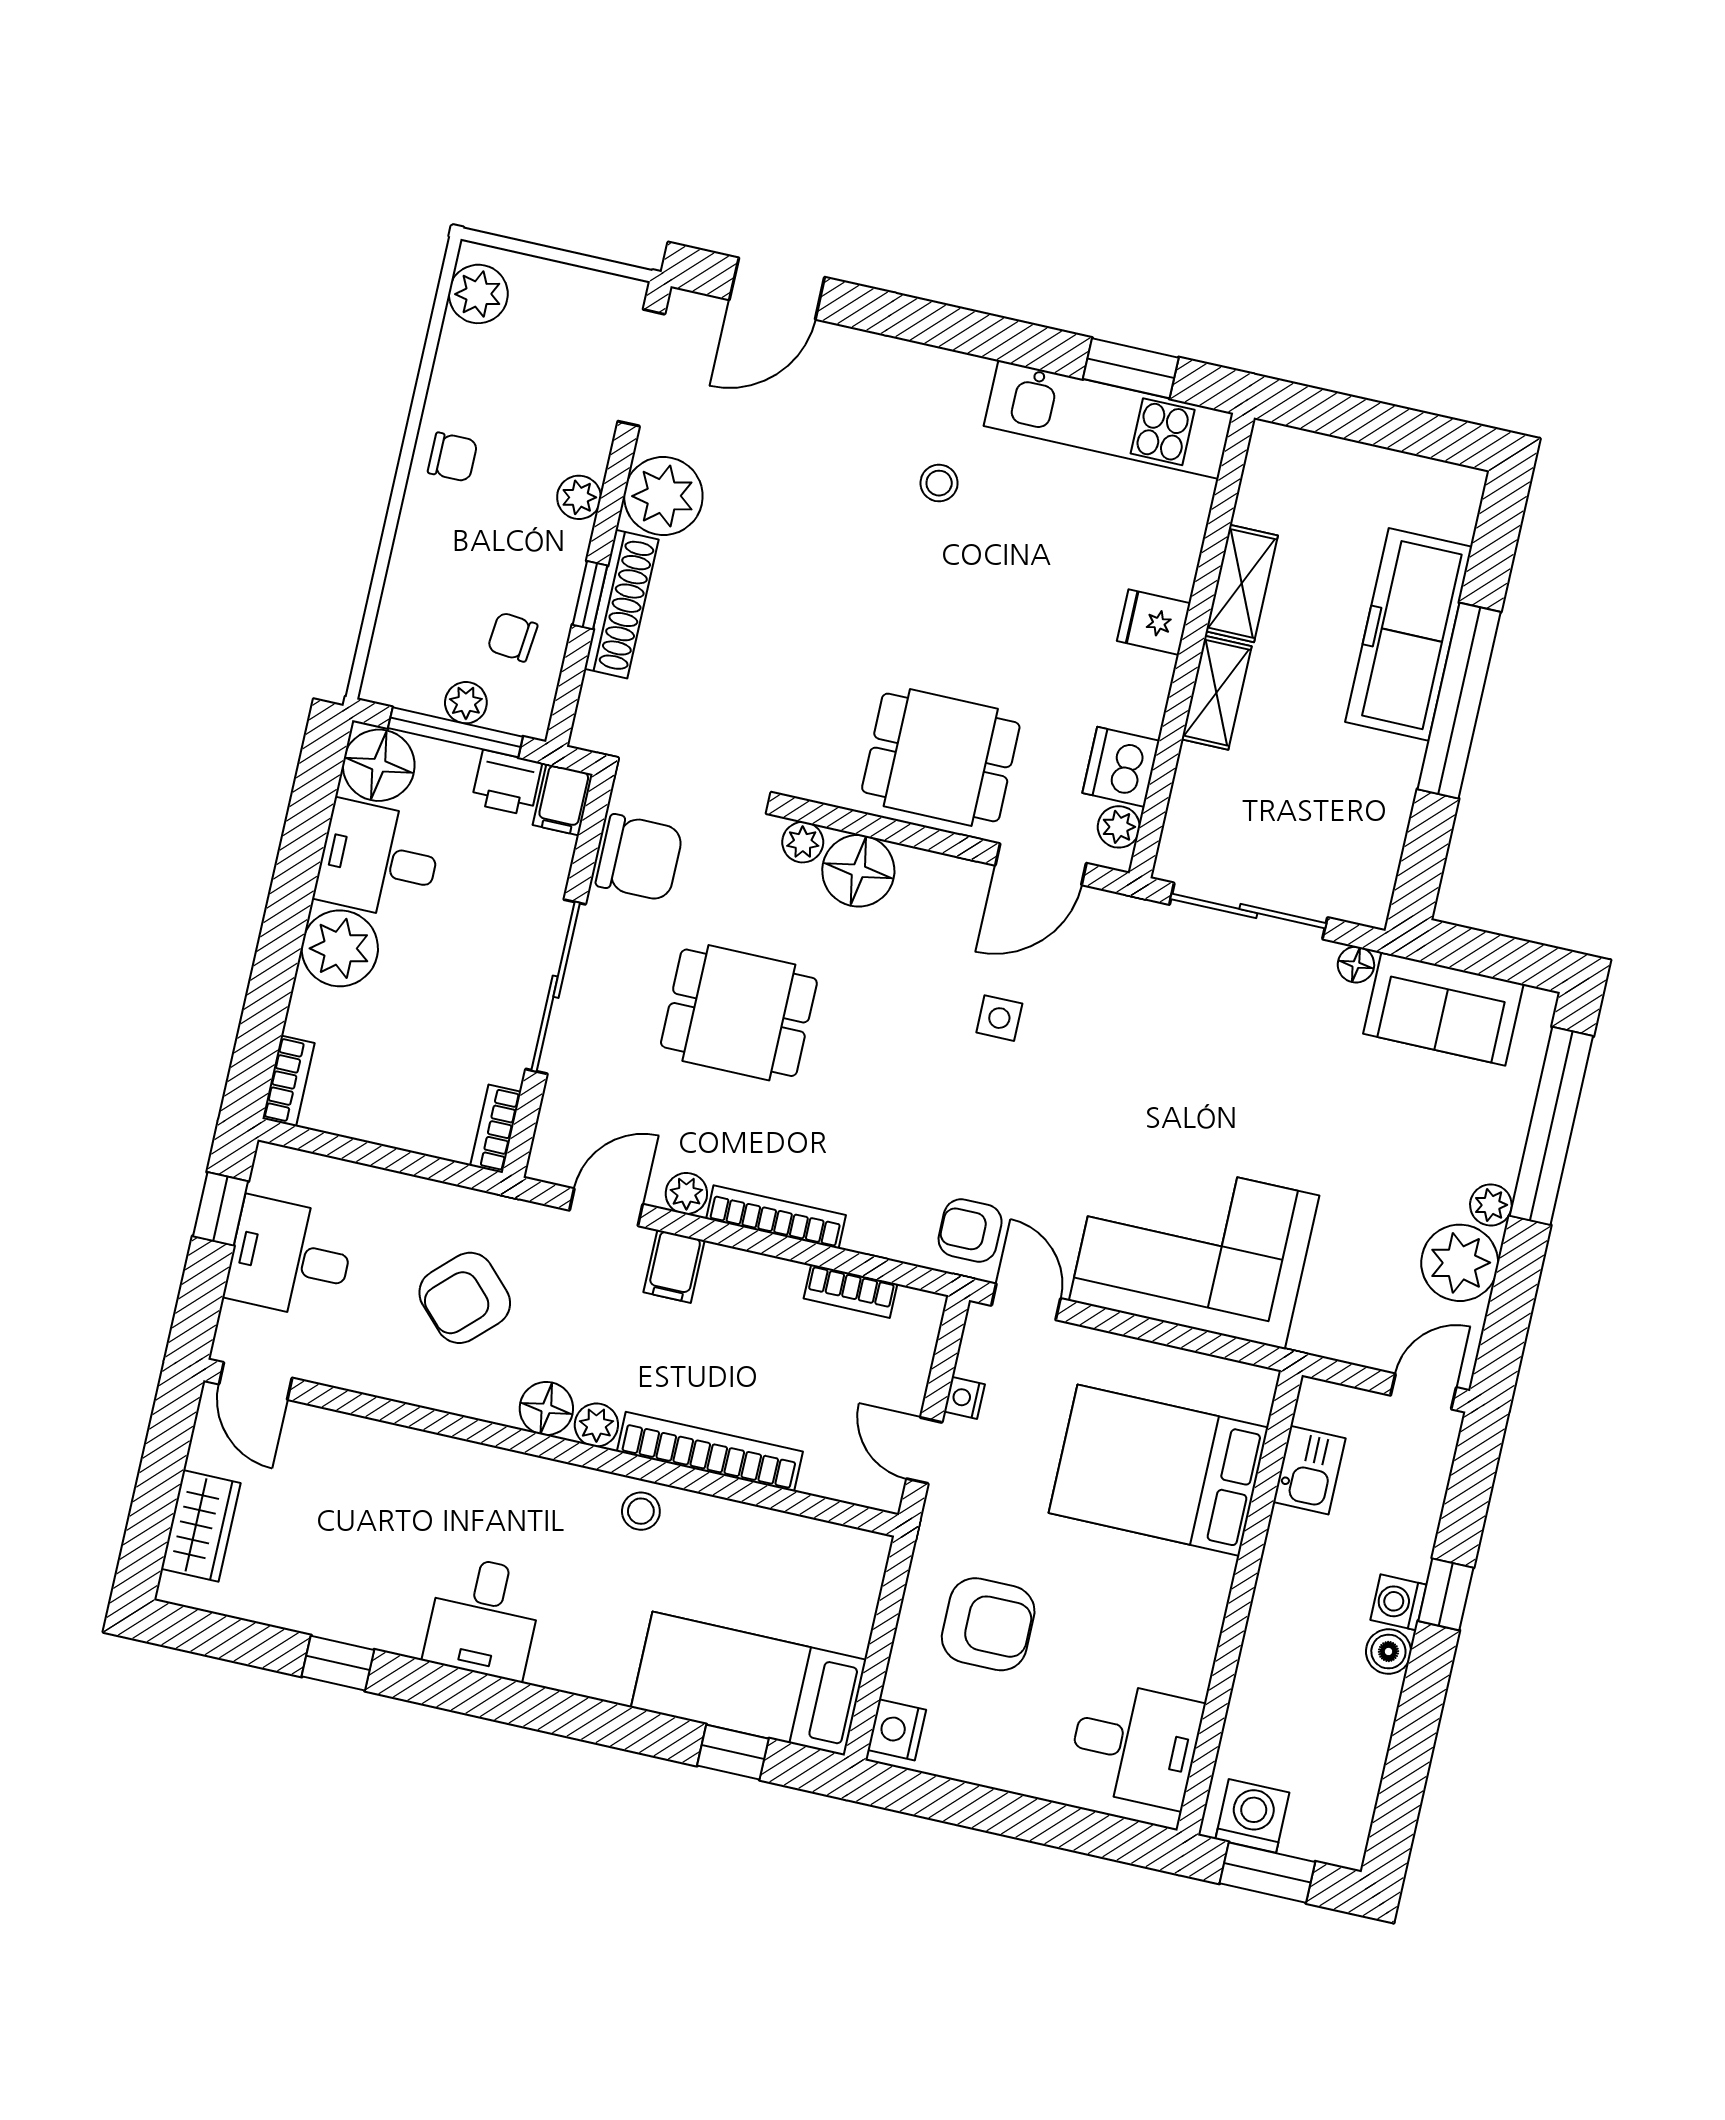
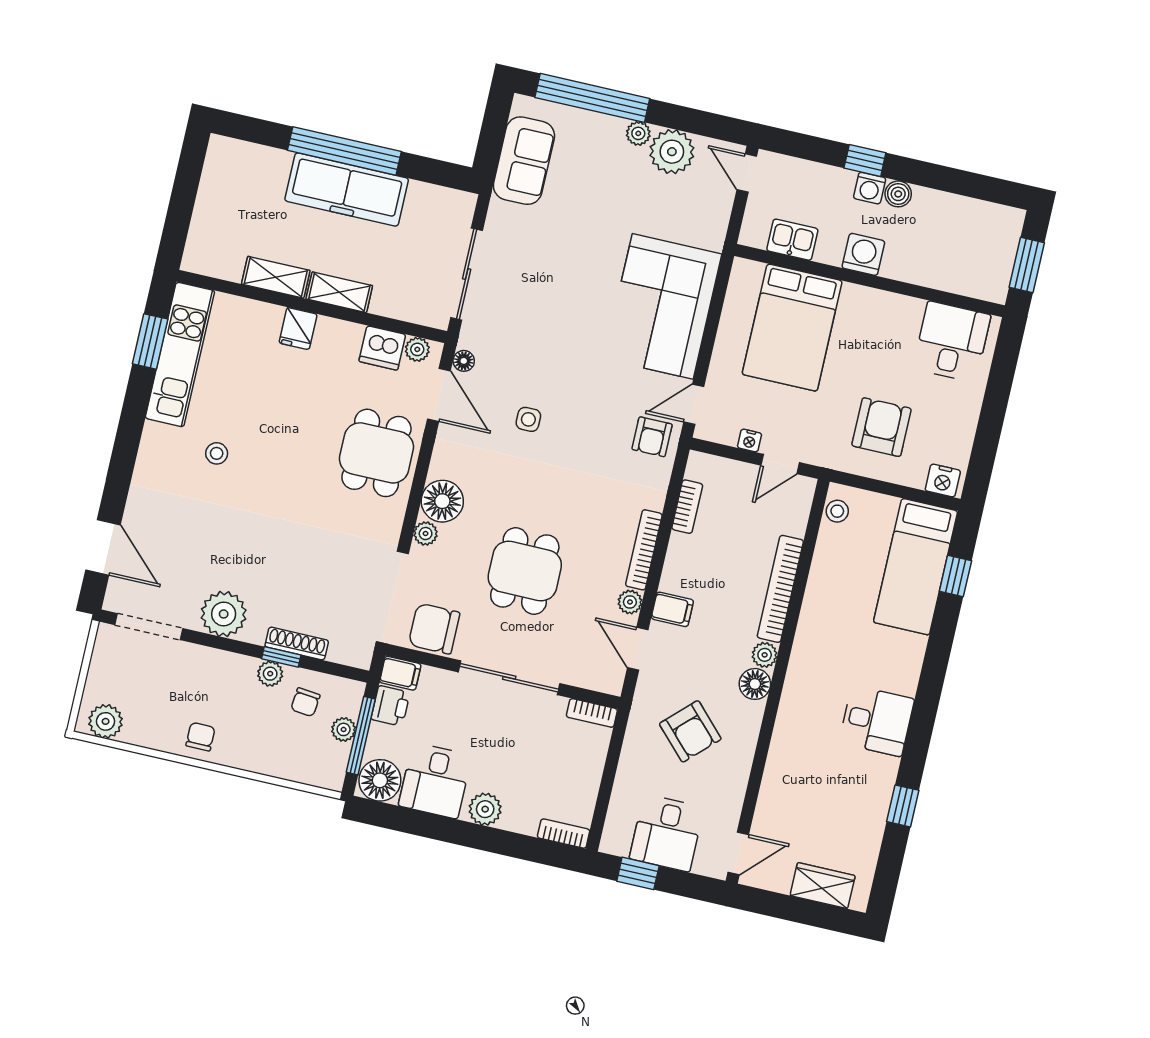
plant: (579, 497) -> (270, 674), moved
shoe rack: (621, 604) -> (297, 644), width x0.74, depth x0.81
freezer: (1409, 634) -> (347, 190), moved
chair: (639, 858) -> (434, 629), turned -90
plant: (340, 948) -> (485, 809), width x0.73, depth x0.73
floor lamp: (1356, 965) -> (464, 361), moved
stool: (641, 1511) -> (837, 511), moved
washing machine: (1252, 1816) -> (863, 254), moved, turned 90

